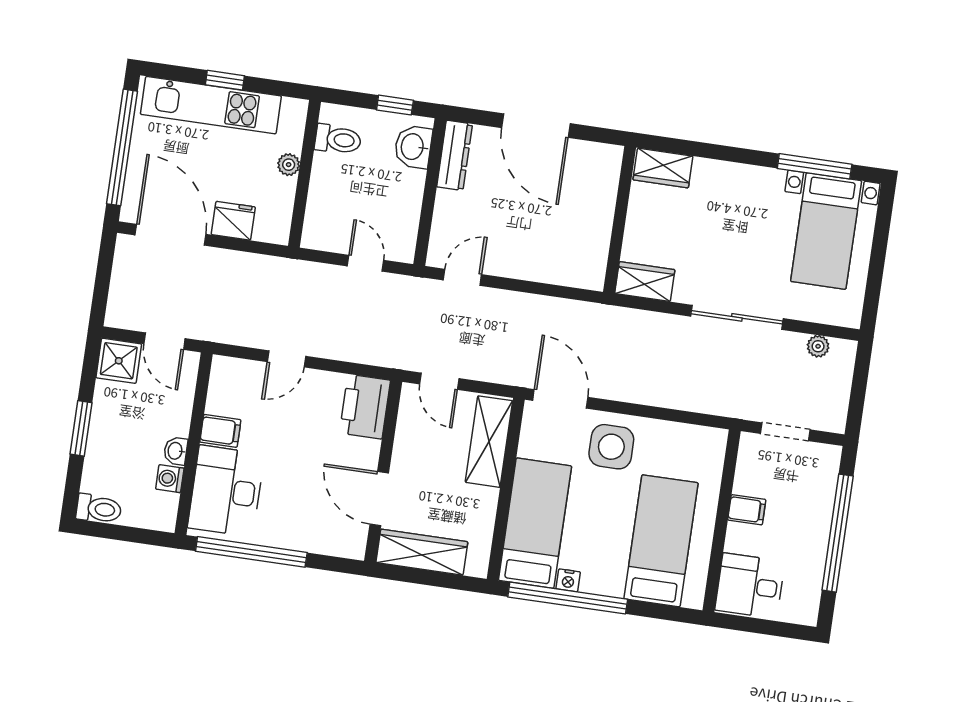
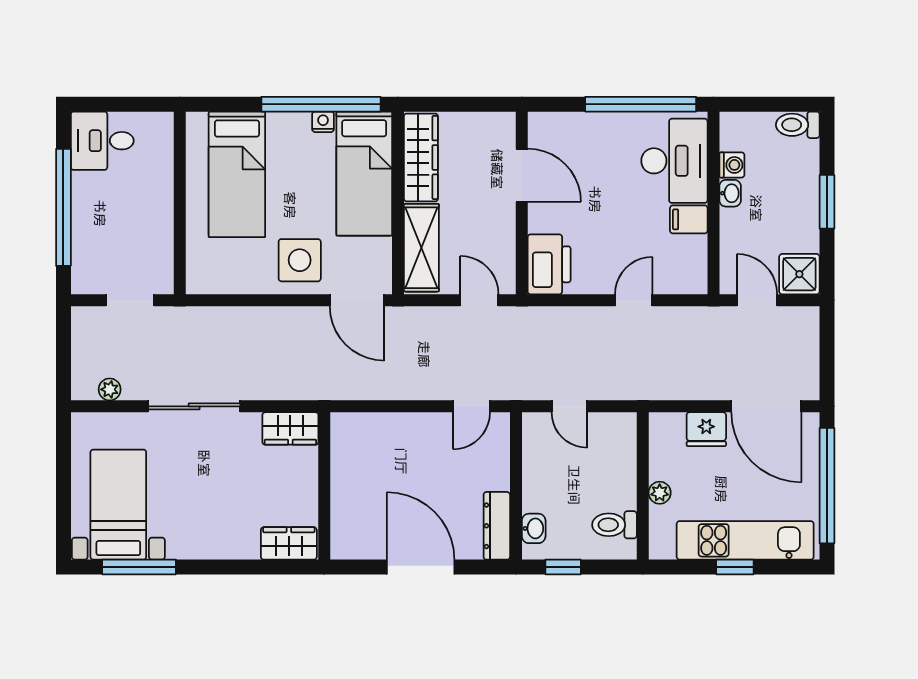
washbasin: (413, 147) -> (534, 528), width x0.72, depth x0.69
filing cabinet: (747, 510) -> (157, 217), removed
wardrobe: (422, 552) -> (421, 157), moved, turned -90
desk: (750, 586) -> (102, 141), moved, turned 180

